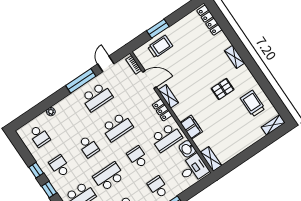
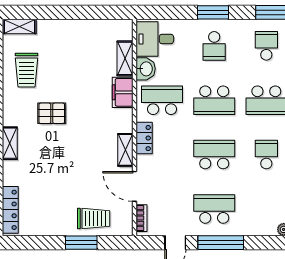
trolley: (160, 47) -> (94, 219), turned 180
school desk: (138, 157) -> (214, 100), width x1.85
shelving: (211, 159) -> (125, 58), moved

